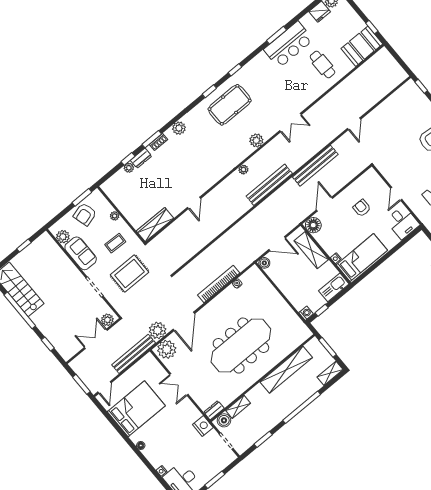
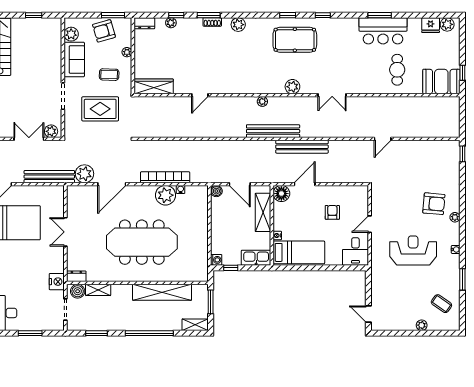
dresser: (141, 158) -> (144, 23), moved
bench: (315, 166) -> (302, 147), moved
plant: (167, 349) -> (166, 195), moved

